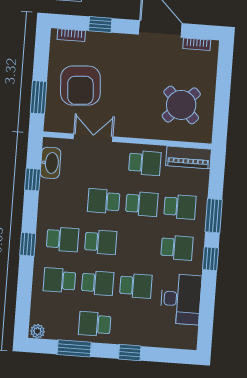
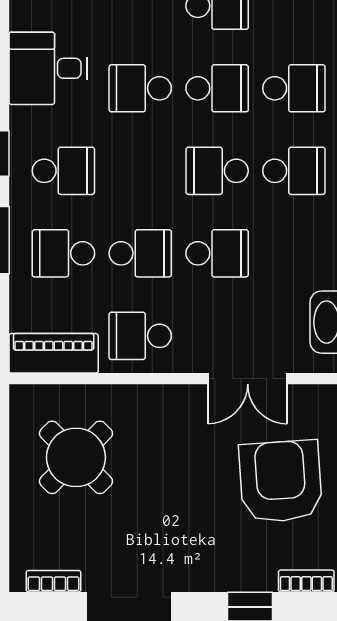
school desk: (142, 204) -> (140, 253), turned 180
school desk: (63, 239) -> (294, 171), turned 180
school desk: (177, 248) -> (63, 171), turned 180
school desk: (98, 283) -> (217, 88), turned 180
desk: (181, 299) -> (48, 68), width x0.73

